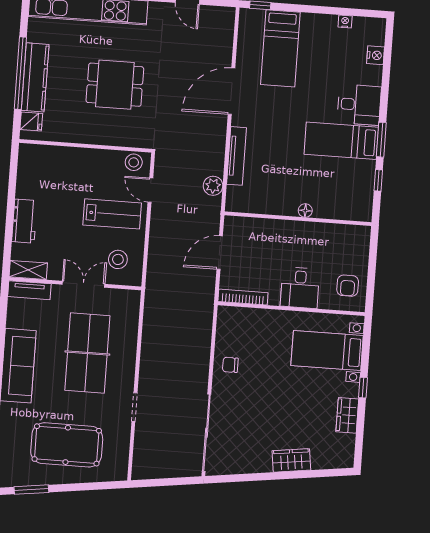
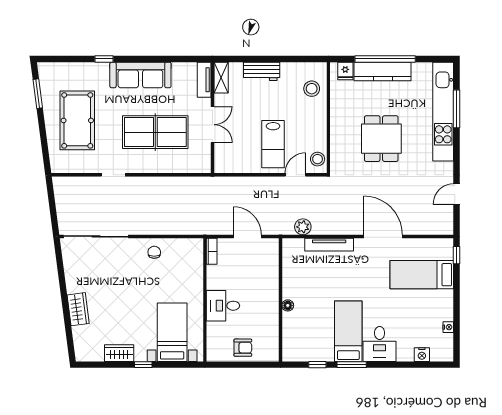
stool: (118, 259) -> (312, 89), moved
armchair: (348, 286) -> (243, 348), moved, turned 180
bookcase: (243, 297) -> (212, 251), width x0.64

